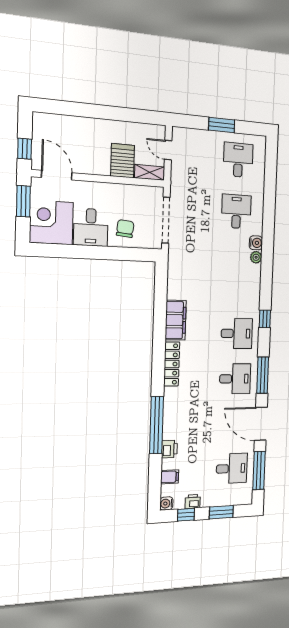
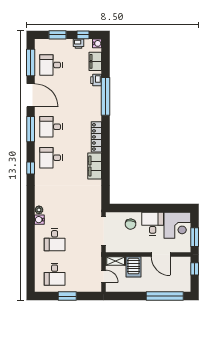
window: (75, 109) -> (165, 296), added
door: (57, 175) -> (161, 255), moved
filing cabinet: (170, 477) -> (95, 61), width x2.00

